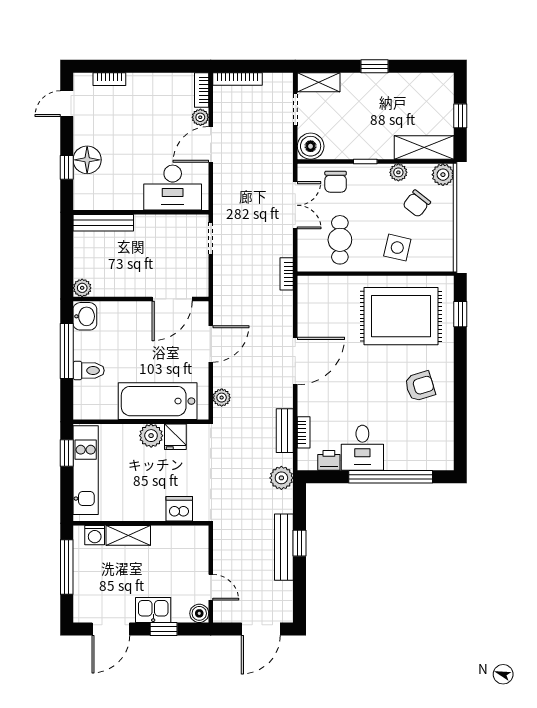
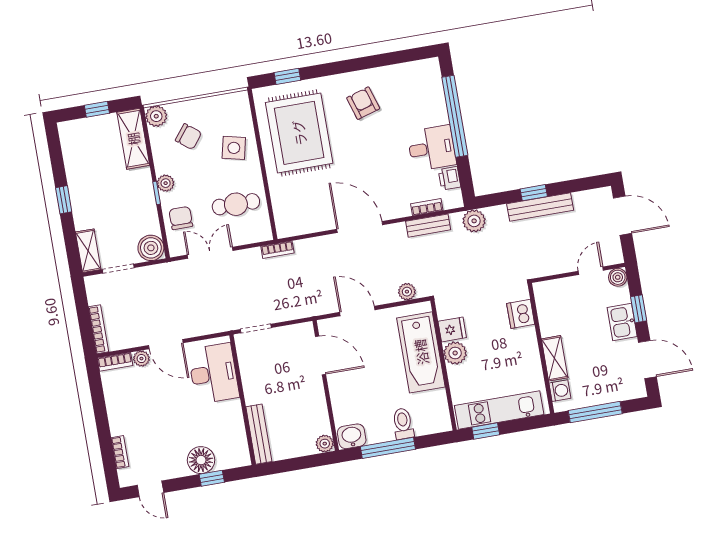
plant: (398, 172) -> (166, 183), moved
chair: (336, 182) -> (181, 218), turned -90

